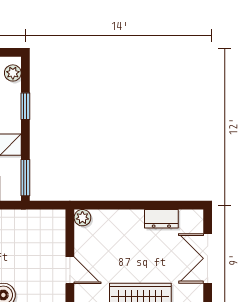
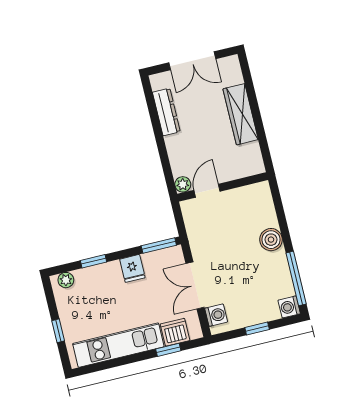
dresser: (161, 219) -> (166, 112), width x1.44
door: (70, 270) -> (207, 191), moved

